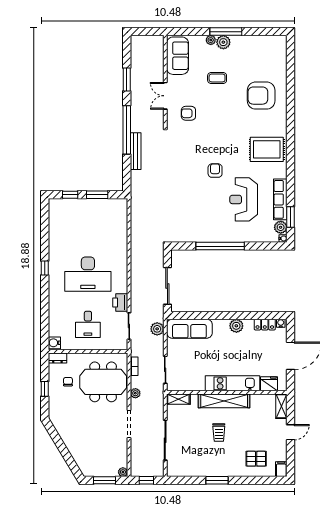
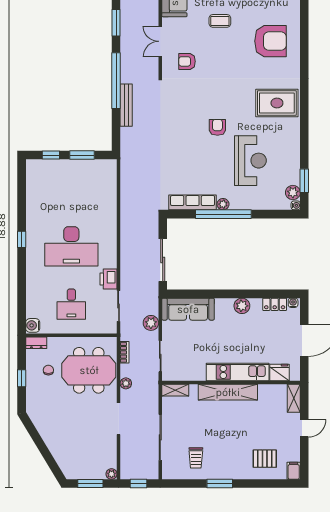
armchair: (261, 96) -> (270, 41), turned 180
reception desk: (244, 199) -> (250, 161), turned 180
row of seats: (280, 199) -> (193, 202), moved, turned 90
plant: (220, 237) -> (223, 204), added
plant: (157, 329) -> (151, 323), moved
trolley: (219, 433) -> (196, 458), moved

